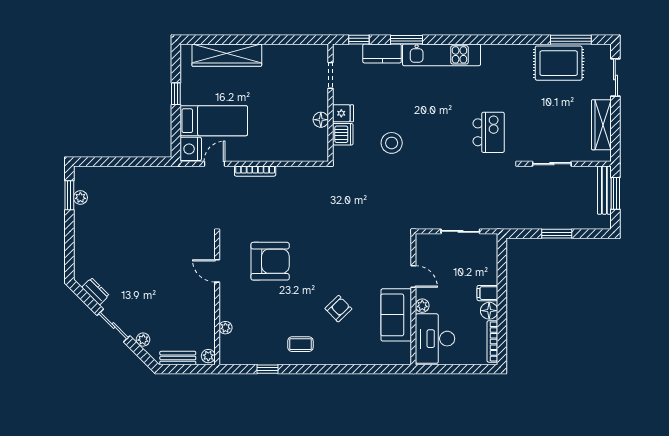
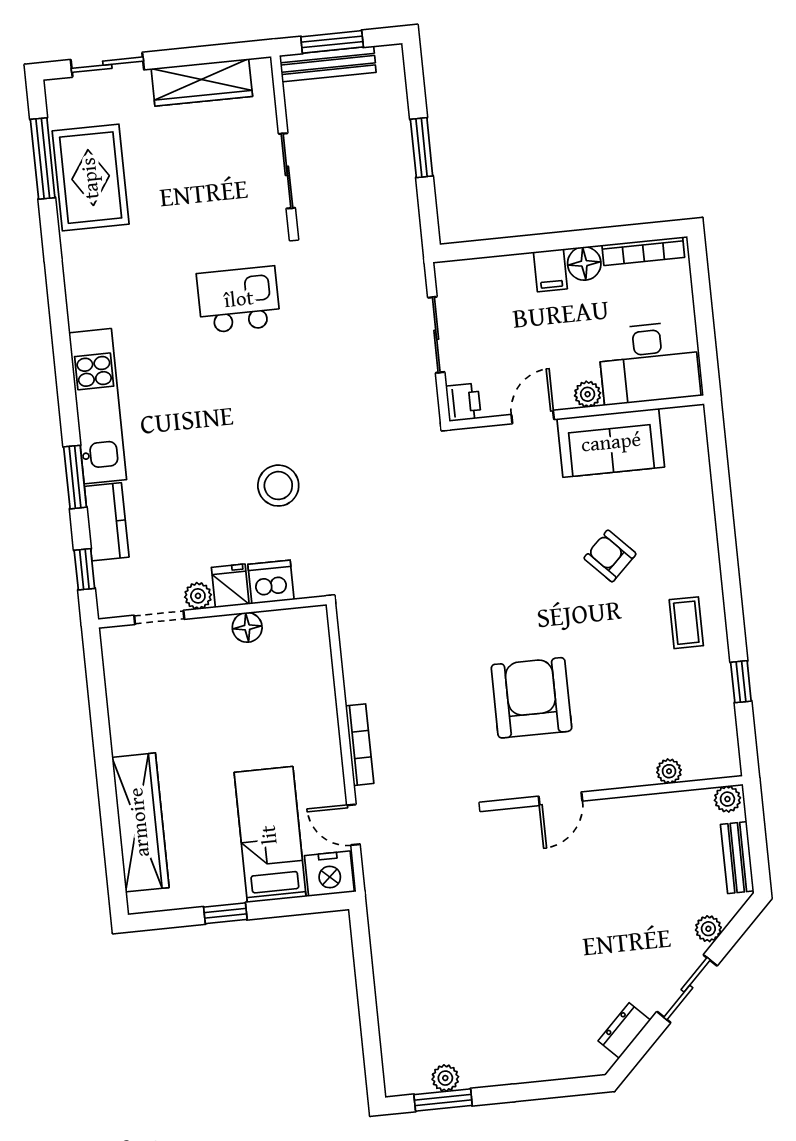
plant: (339, 96) -> (198, 596), added
printer: (425, 242) -> (463, 402), added

